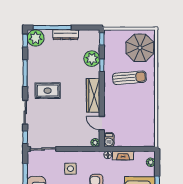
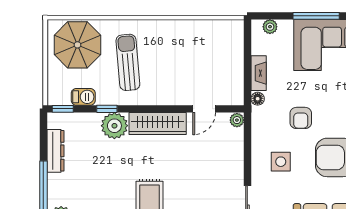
dresser: (66, 35) -> (55, 151), moved
plant: (92, 59) -> (114, 126), moved
barbecue: (109, 140) -> (83, 97), moved

